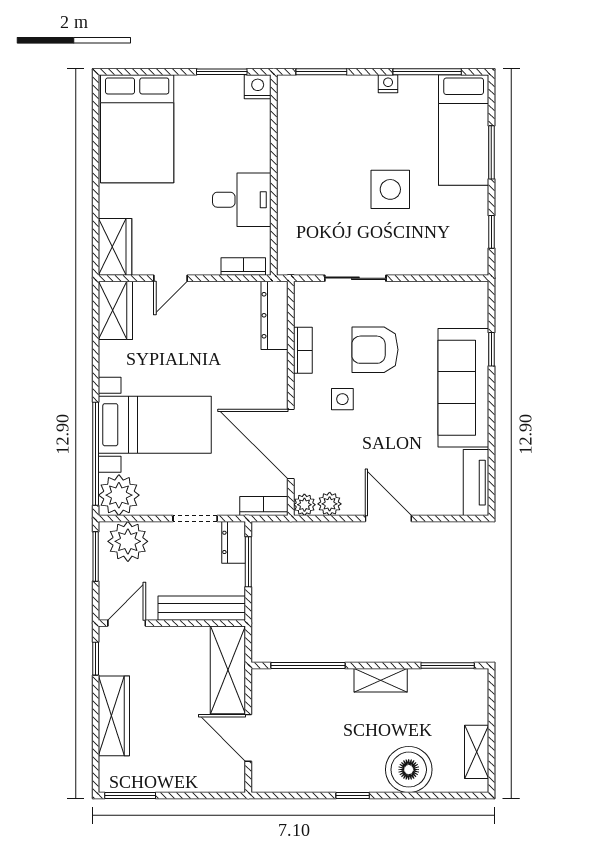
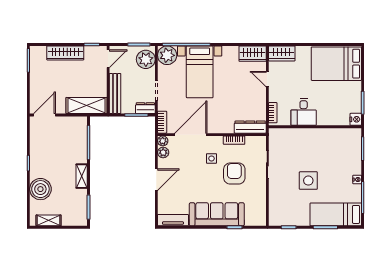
door: (127, 623) -> (108, 59), hinge flipped
door: (248, 738) -> (44, 115), moved

